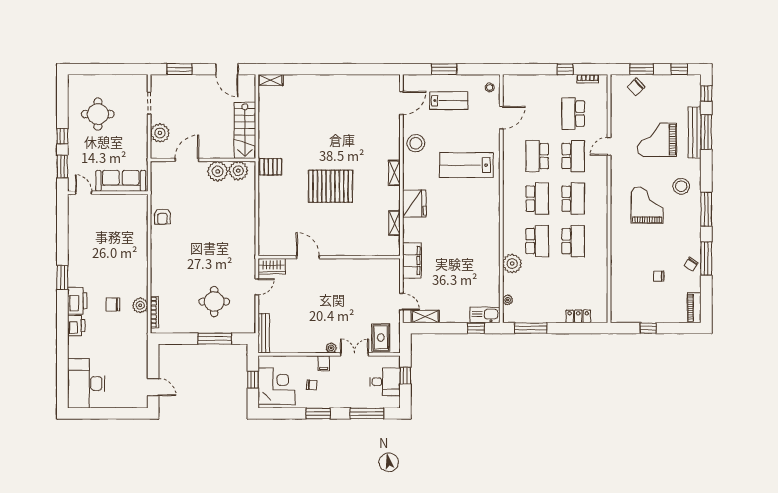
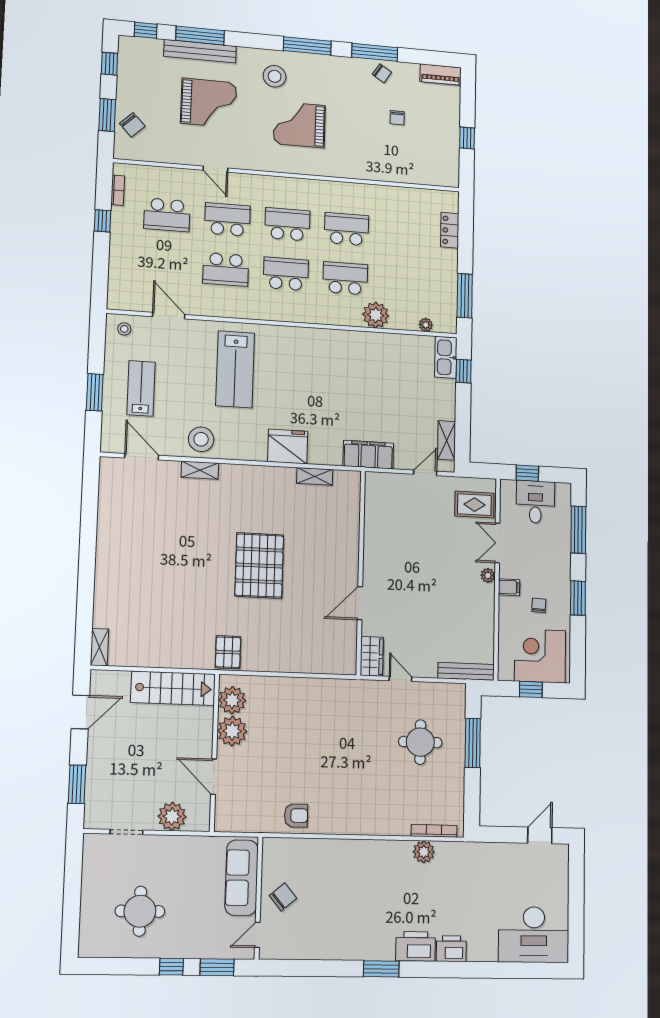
grand piano: (657, 140) -> (209, 103), turned -90
shelving: (394, 173) -> (200, 470), moved
chair: (113, 304) -> (283, 897), moved, turned -130

